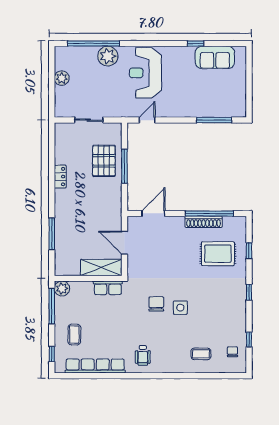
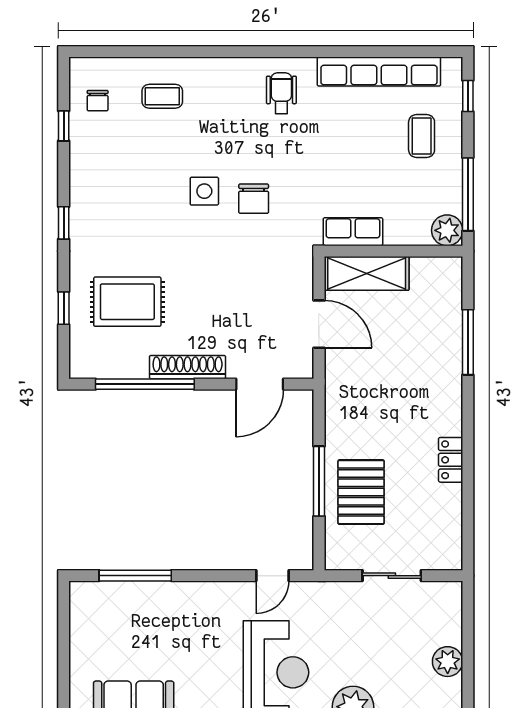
shoe rack: (204, 222) -> (188, 367), moved

